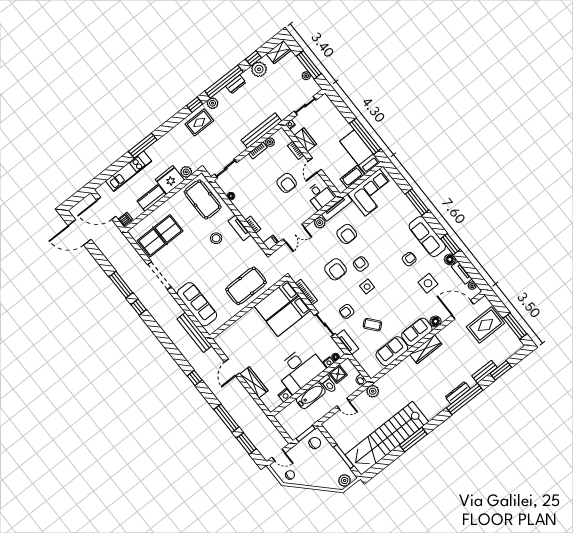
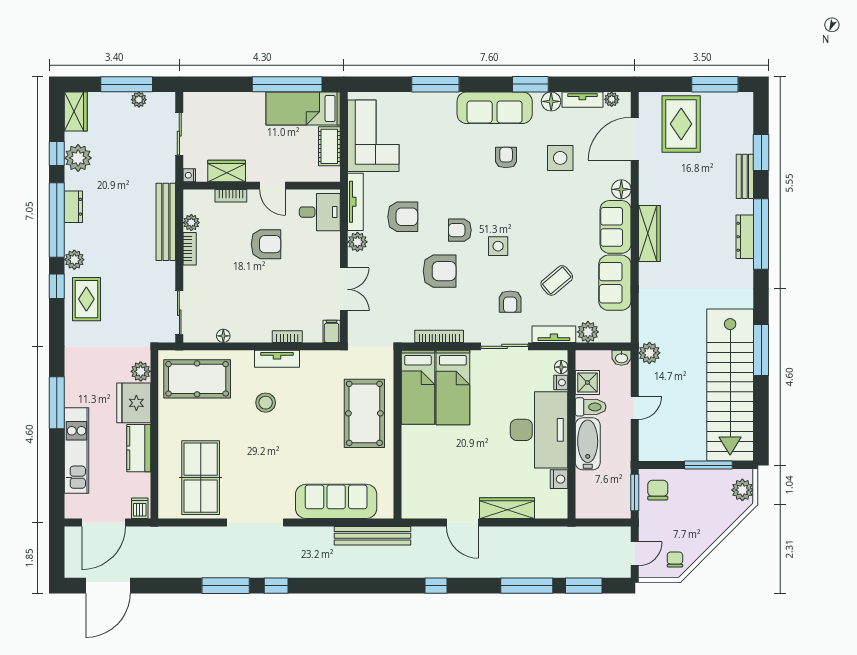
plant: (361, 357) -> (588, 332), added

